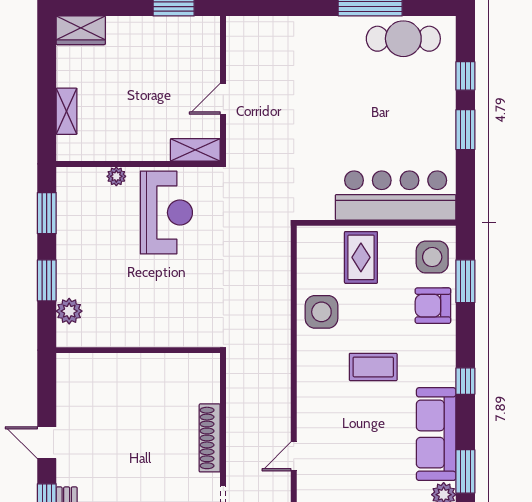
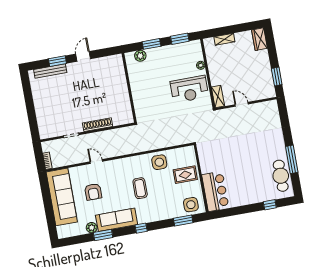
window: (465, 130) -> (247, 209), removed
bar counter: (396, 196) -> (215, 191), width x0.73
armchair: (433, 306) -> (93, 192), moved, turned 180

